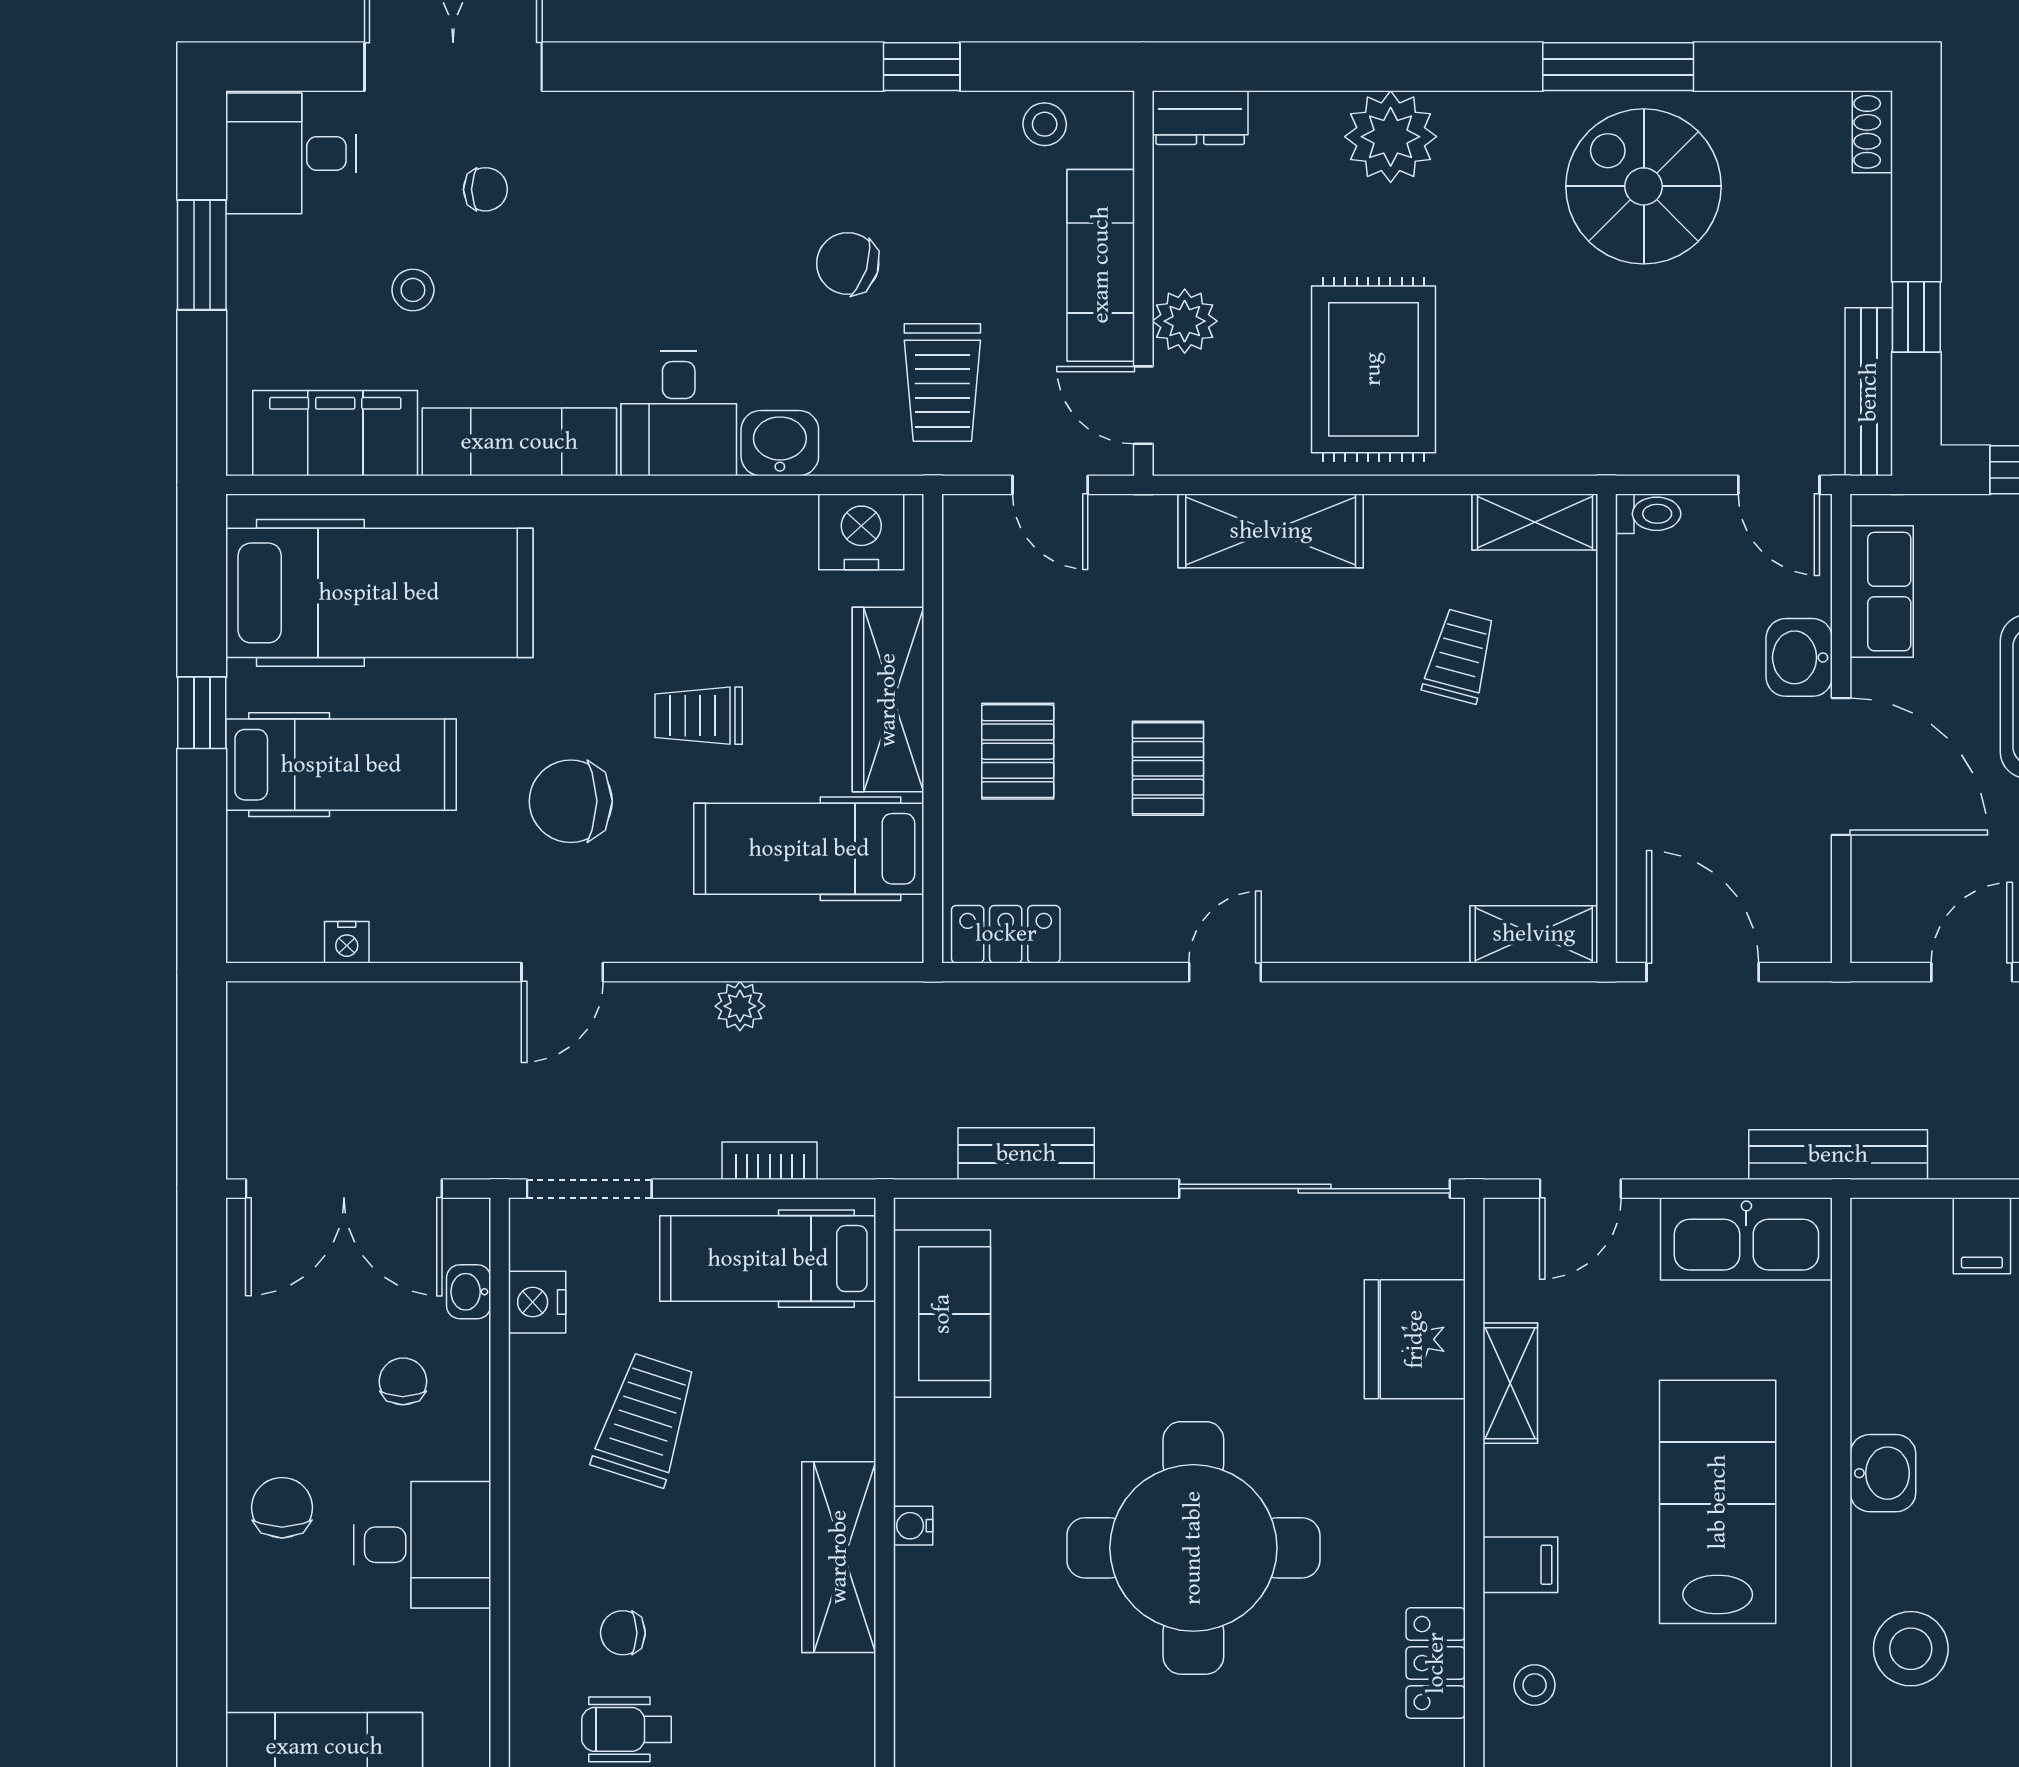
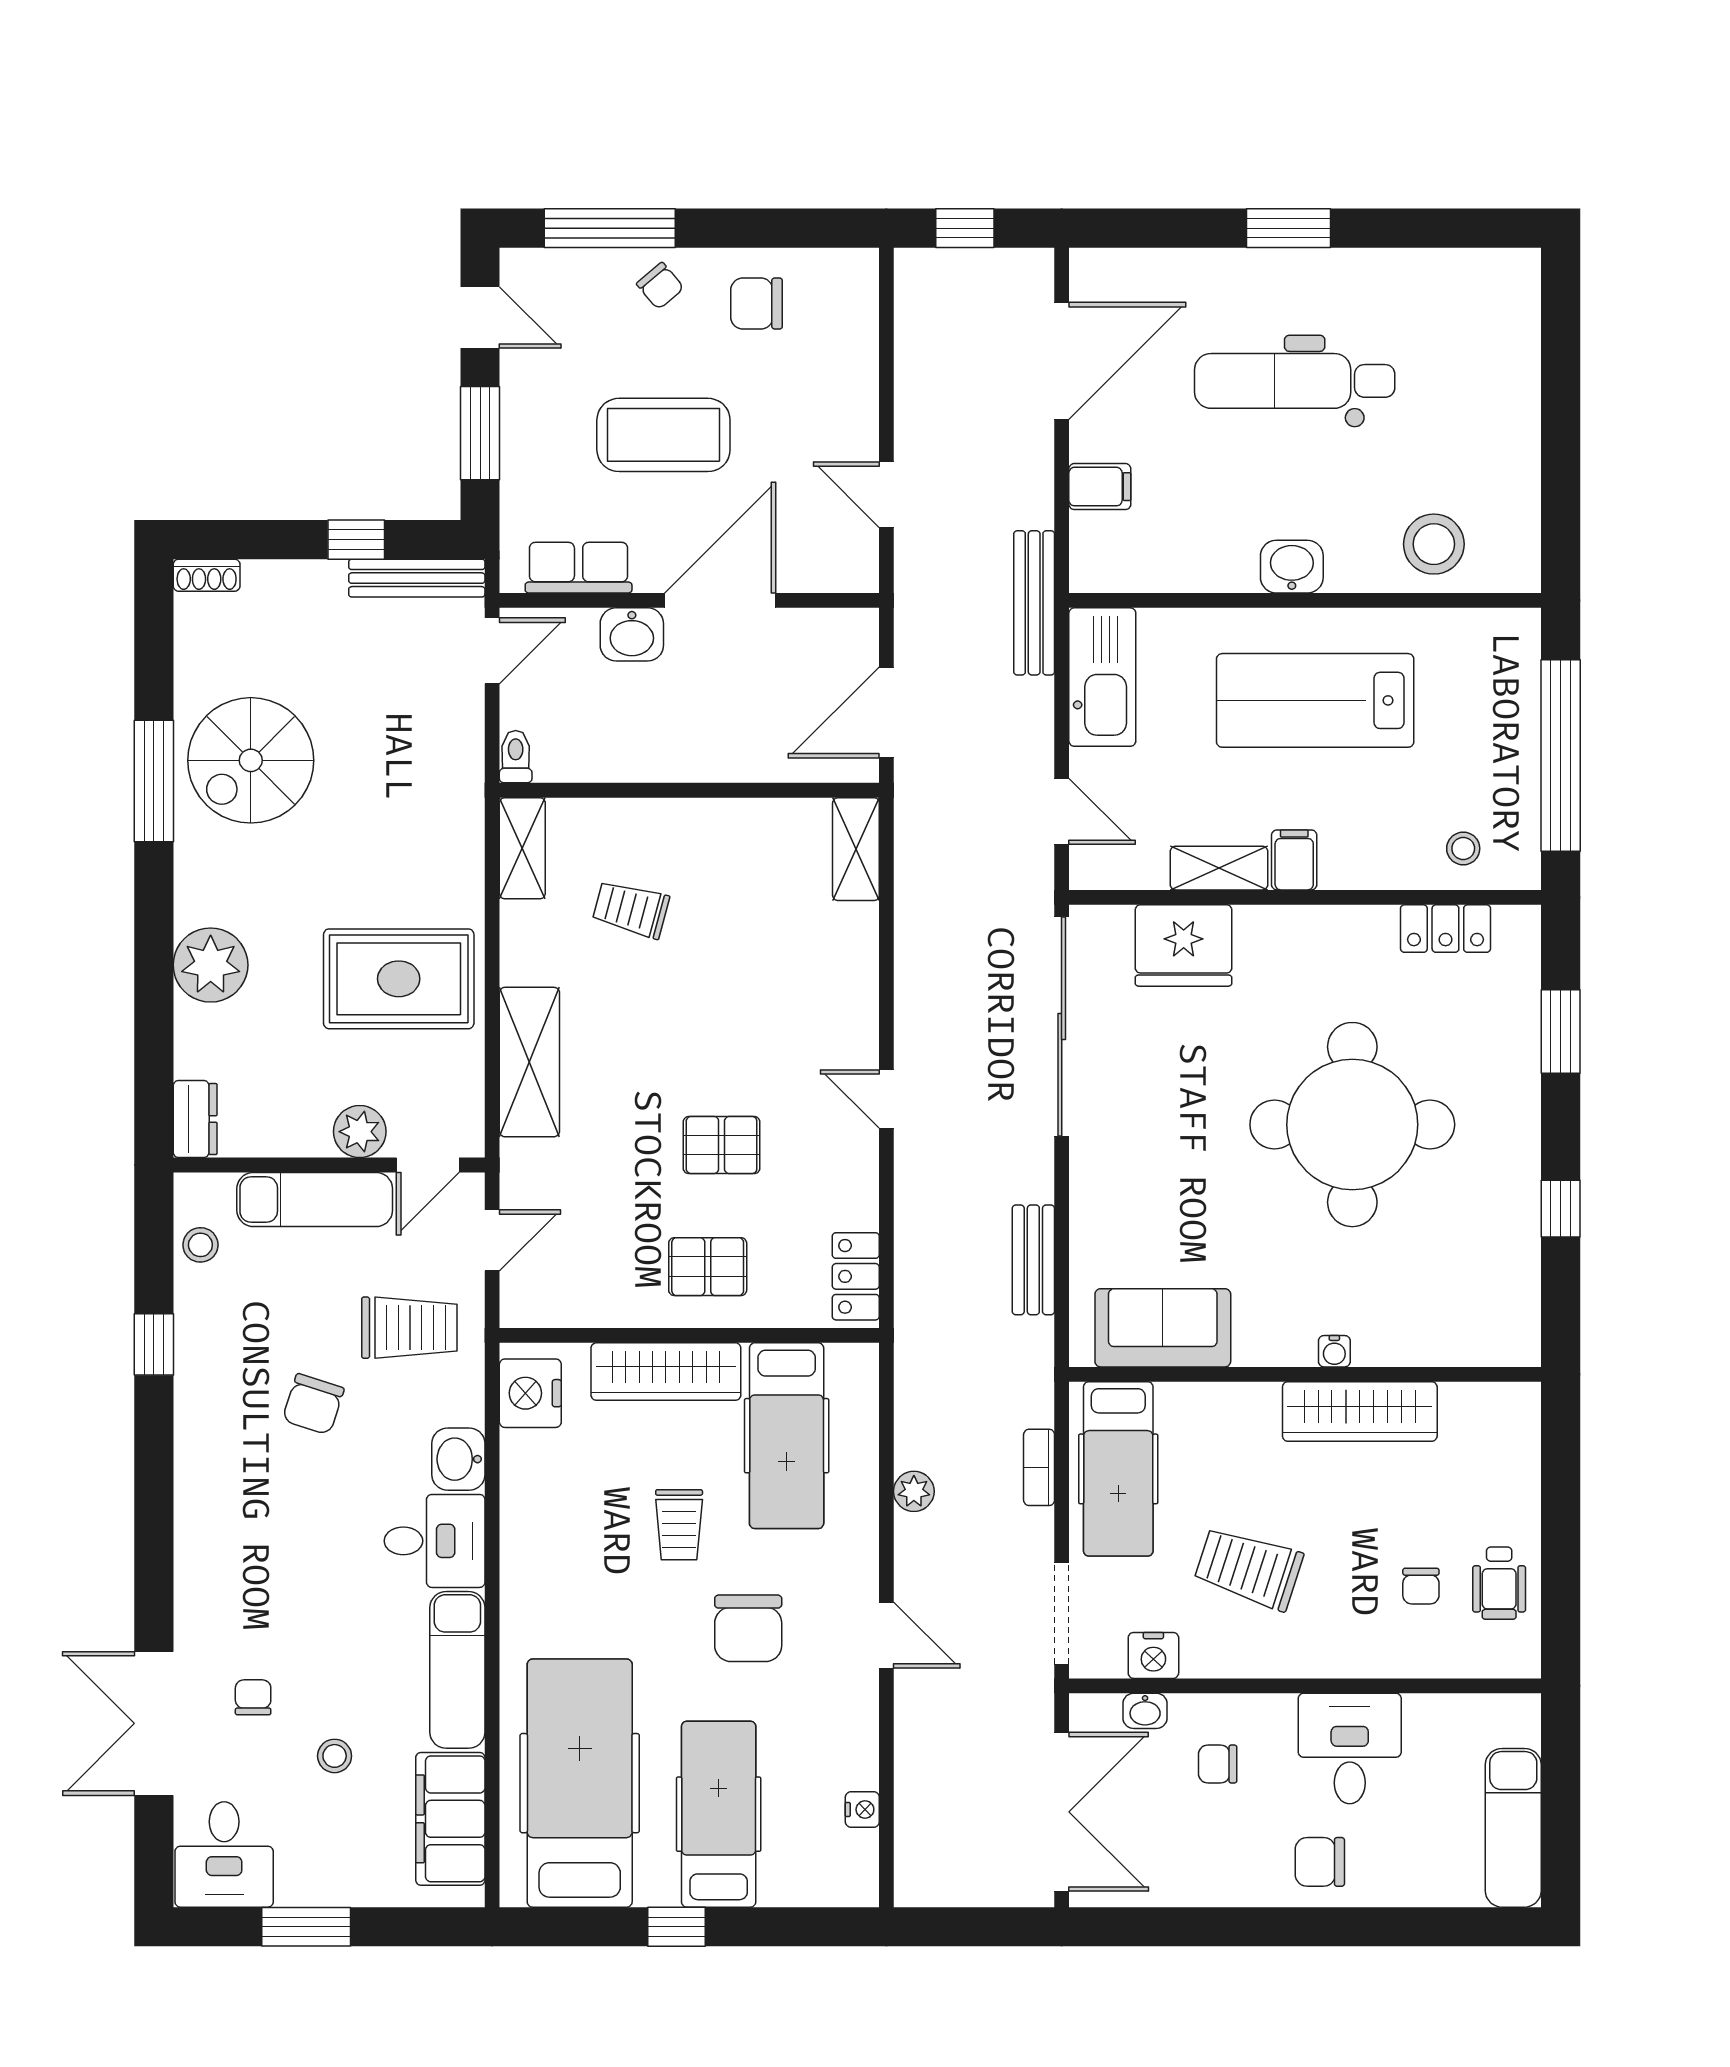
filing cabinet: (1520, 1565) -> (1294, 860), moved

